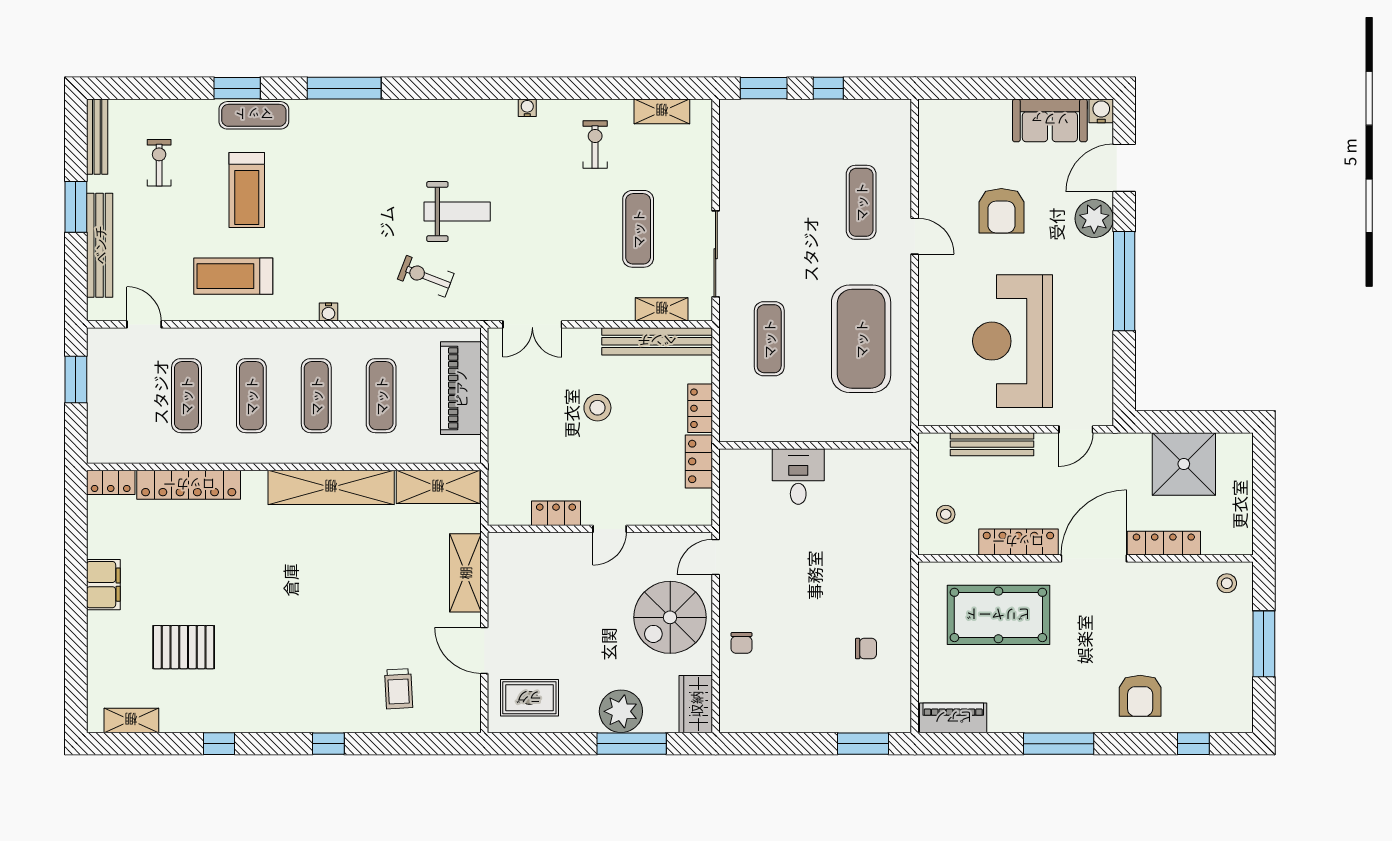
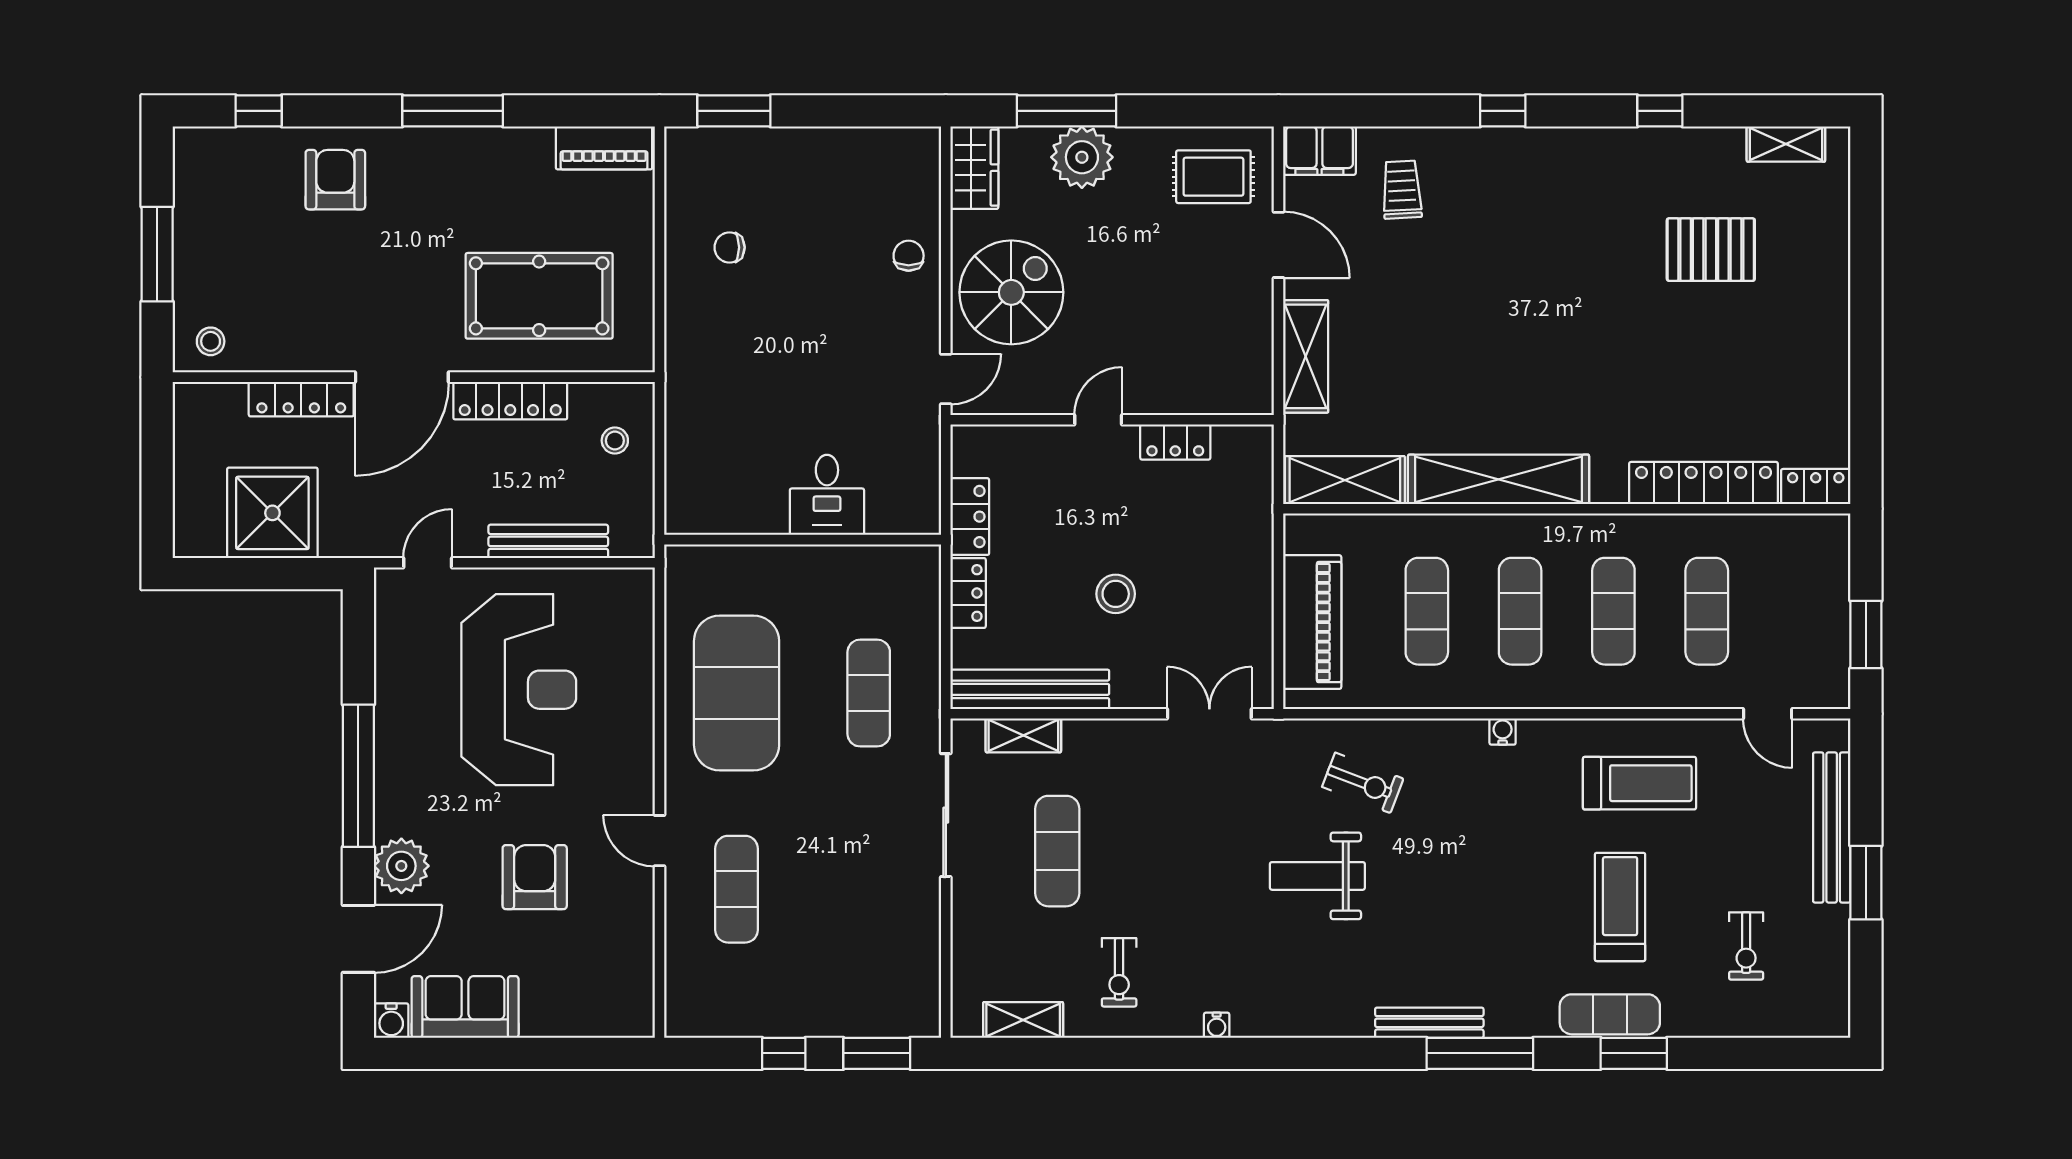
bench: (97, 137) -> (1429, 1023), moved, turned 90
filing cabinet: (103, 585) -> (1319, 151), moved, turned -90

